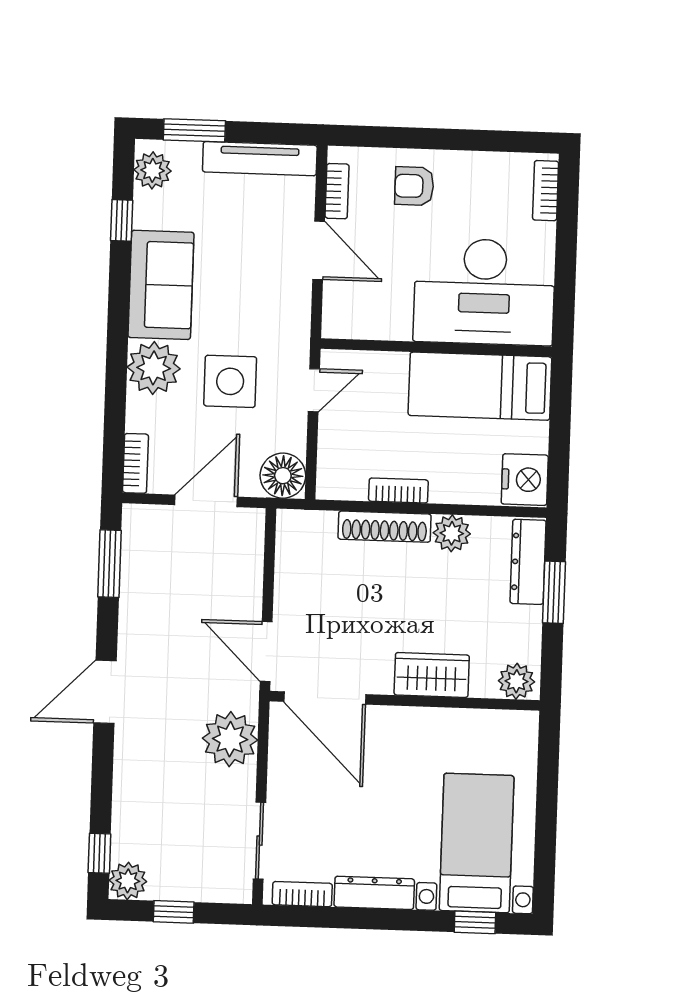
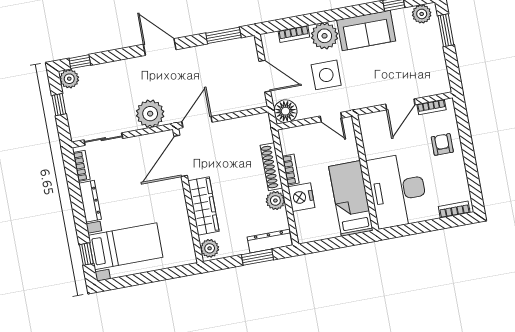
tv unit: (260, 159) -> (439, 65), removed
bookcase: (135, 463) -> (294, 34), moved
nightstand: (525, 480) -> (301, 197), moved, turned 90
wardrobe: (432, 675) -> (203, 206), width x1.50

